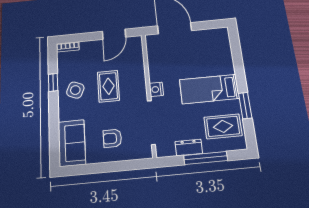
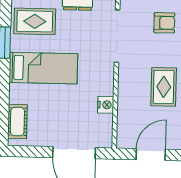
cot: (223, 45) -> (17, 122), added
nightstand: (156, 89) -> (106, 105), moved

